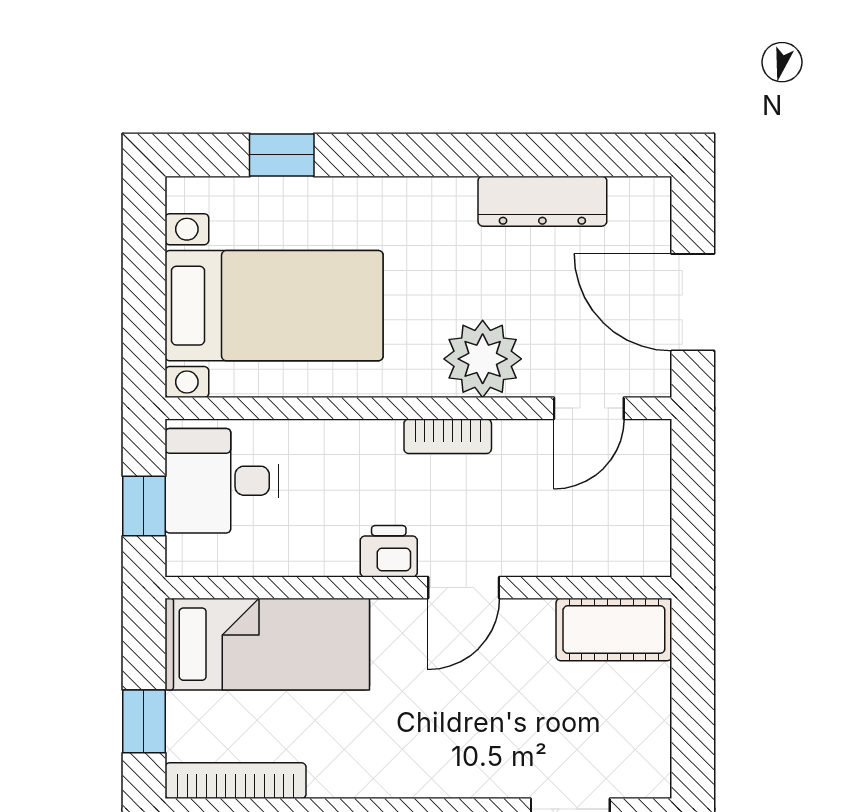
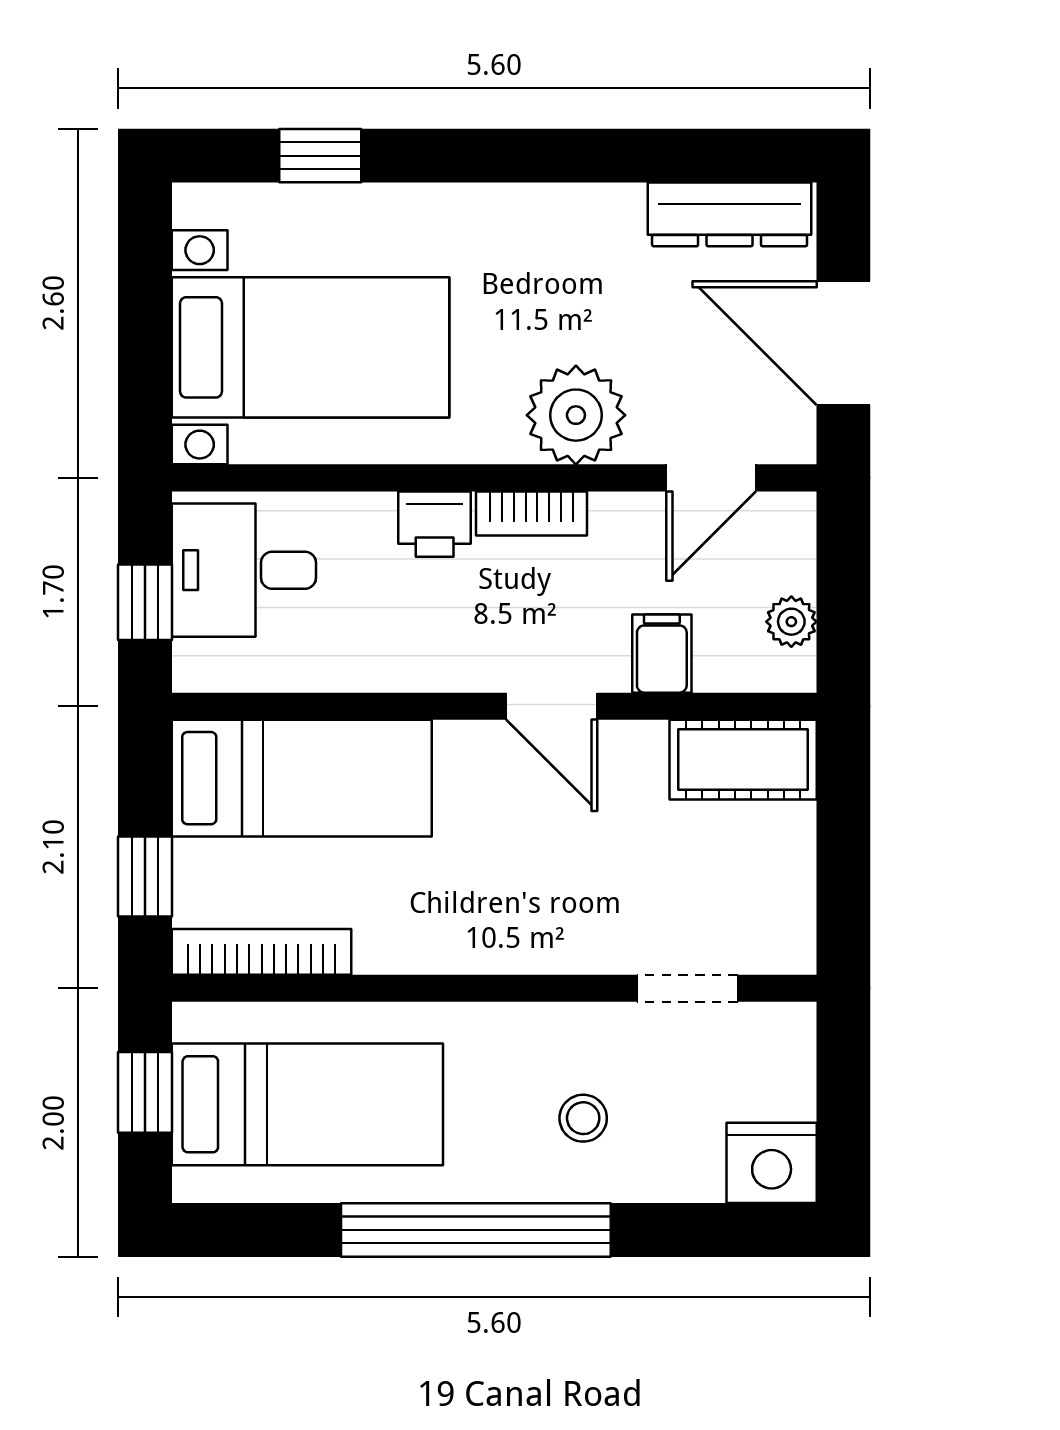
dresser: (542, 201) -> (730, 214), moved
plant: (652, 521) -> (791, 622), added
filing cabinet: (550, 546) -> (662, 654), added
printer: (389, 551) -> (435, 524), moved, turned 180
door: (464, 588) -> (552, 706), hinge flipped

